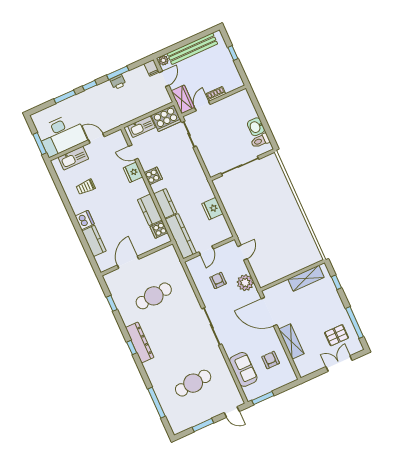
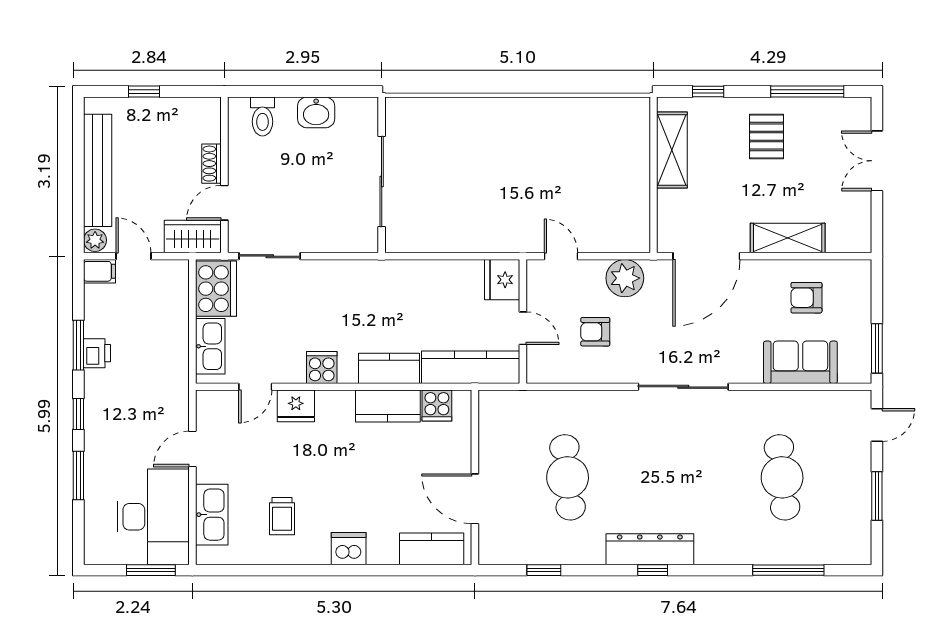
door: (202, 106) -> (224, 203), hinge flipped
toilet: (260, 141) -> (262, 116), moved
fridge: (212, 209) -> (502, 280), moved, turned 90
kitchen counter: (94, 241) -> (432, 549), moved
pallet: (337, 335) -> (767, 136), moved

